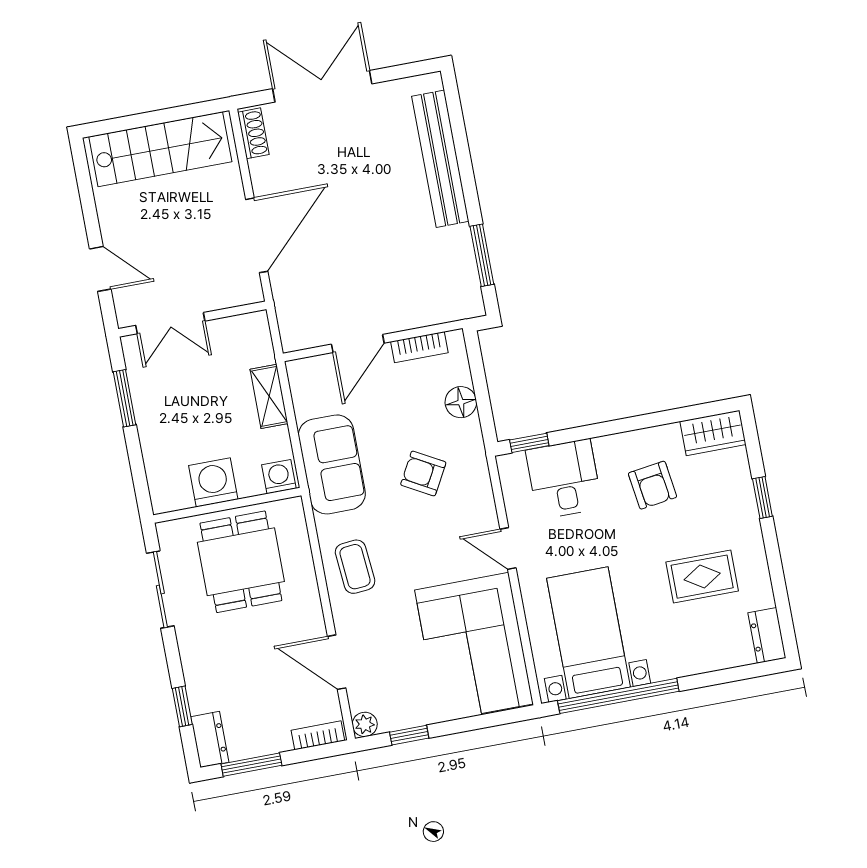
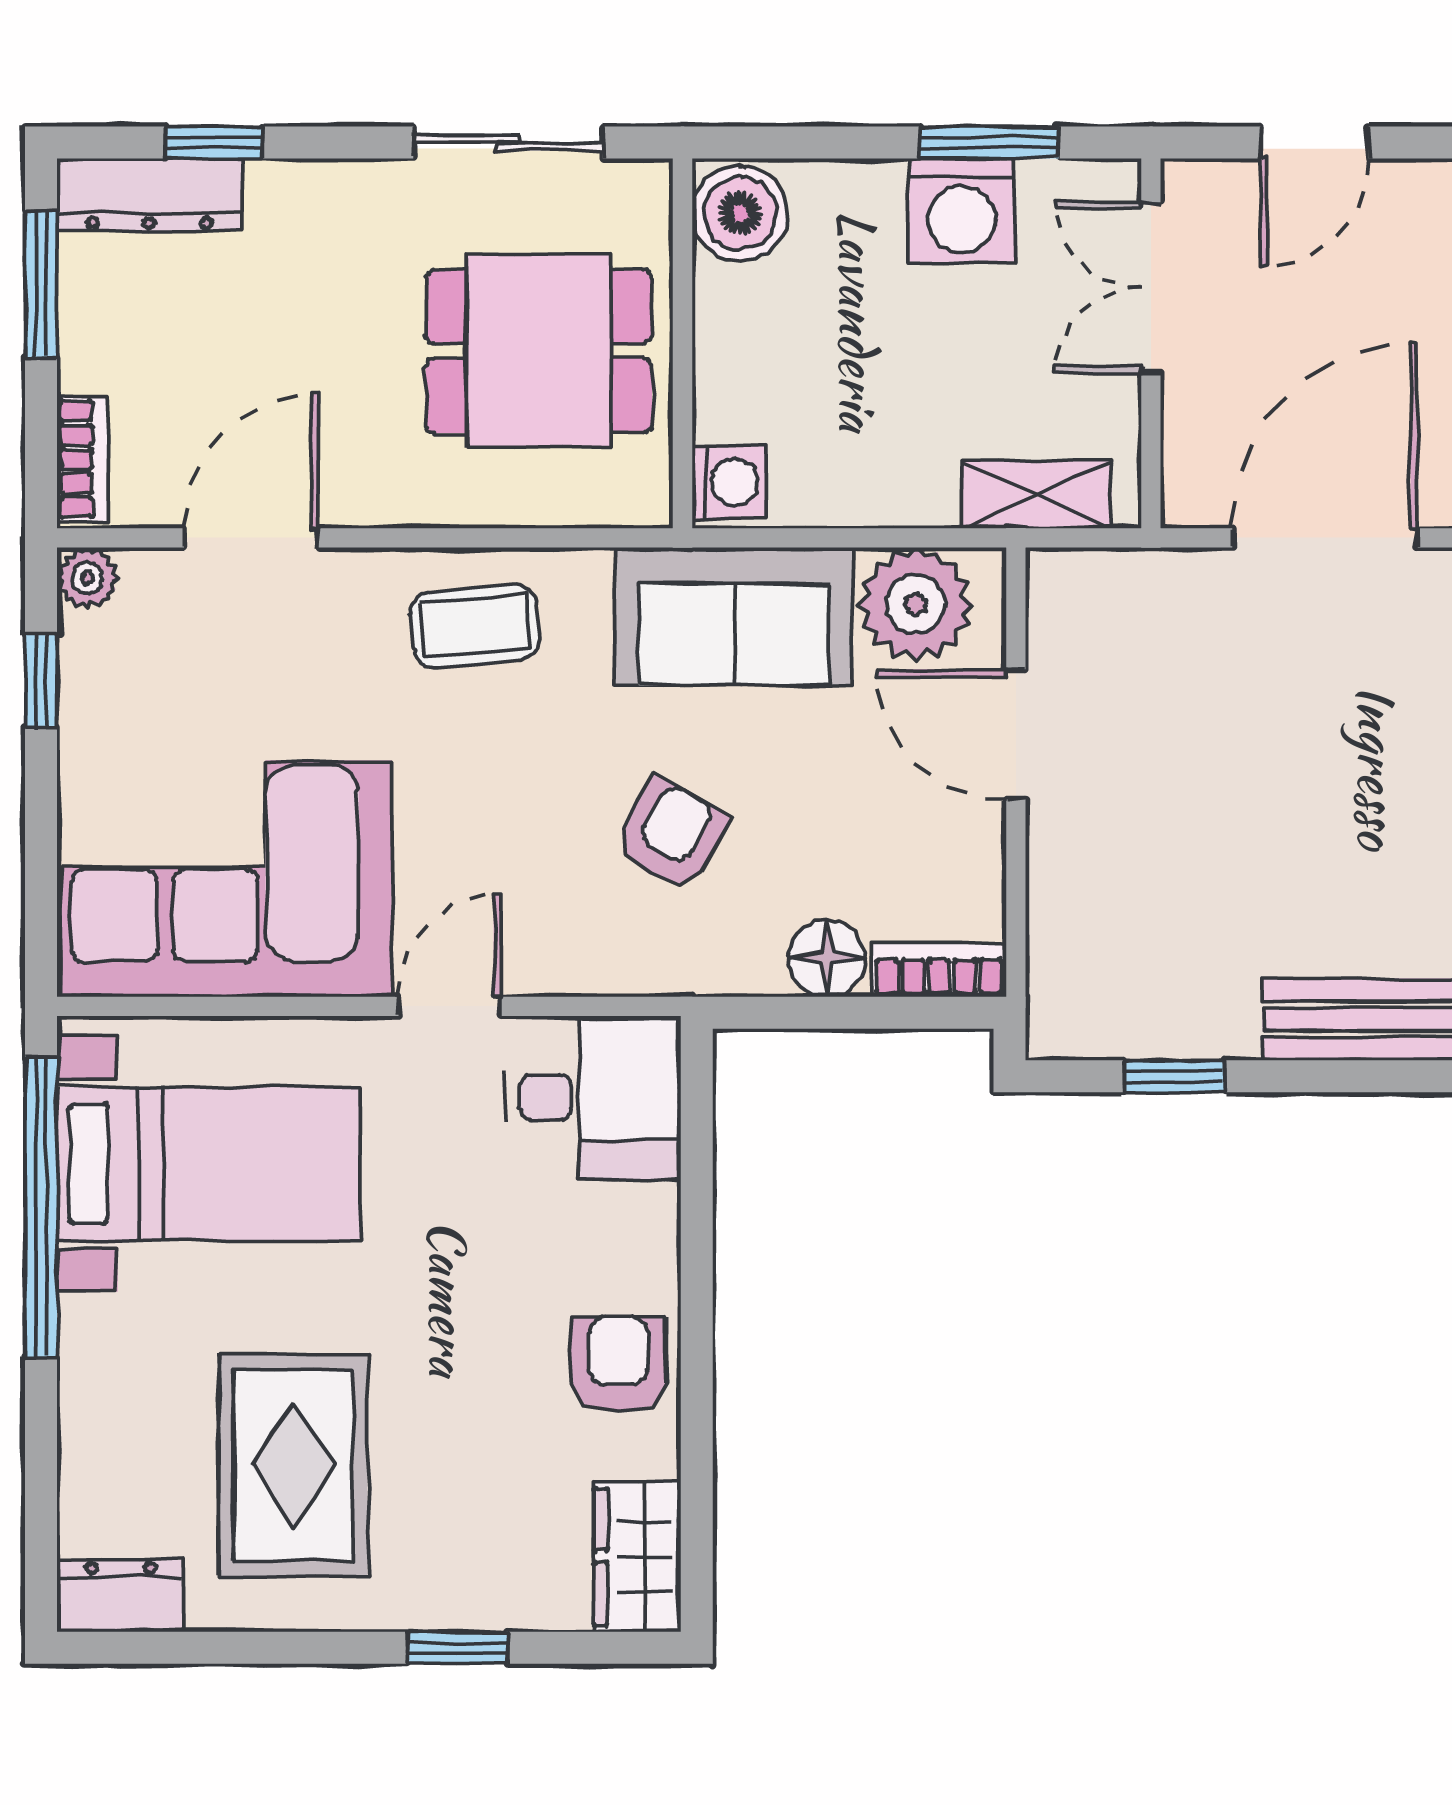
door: (257, 235) -> (1325, 538), swing flipped
window: (482, 255) -> (1174, 1076), width x0.67
bookcase: (419, 347) -> (939, 970), moved, turned 90
plant: (313, 393) -> (916, 604), added
shelving: (269, 396) -> (1037, 495), moved
window: (529, 443) -> (697, 1106), removed
desk: (564, 479) -> (593, 1097), moved
washing machine: (213, 482) -> (962, 211), moved, turned 90
armchair: (652, 485) -> (618, 1364), moved, turned 98
boiler: (171, 492) -> (740, 213), added
rug: (702, 577) -> (293, 1465), width x1.36, depth x1.43
dresser: (210, 739) -> (149, 195), width x1.44

